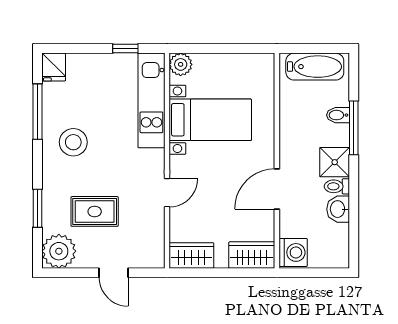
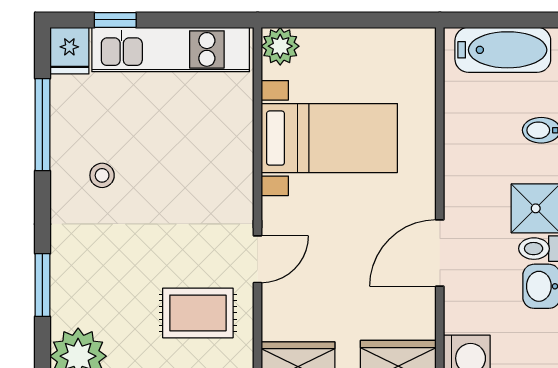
window: (125, 49) -> (115, 20), moved
kitchen unit: (151, 100) -> (171, 49), moved, turned -90
stool: (73, 142) -> (102, 175), width x0.53, depth x0.53
rug: (95, 211) -> (198, 313), moved

